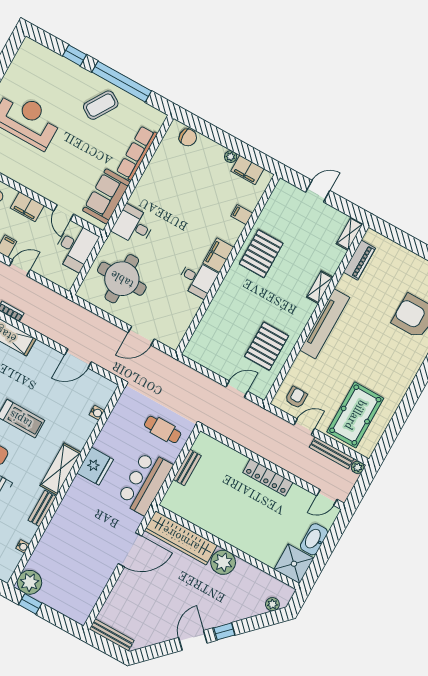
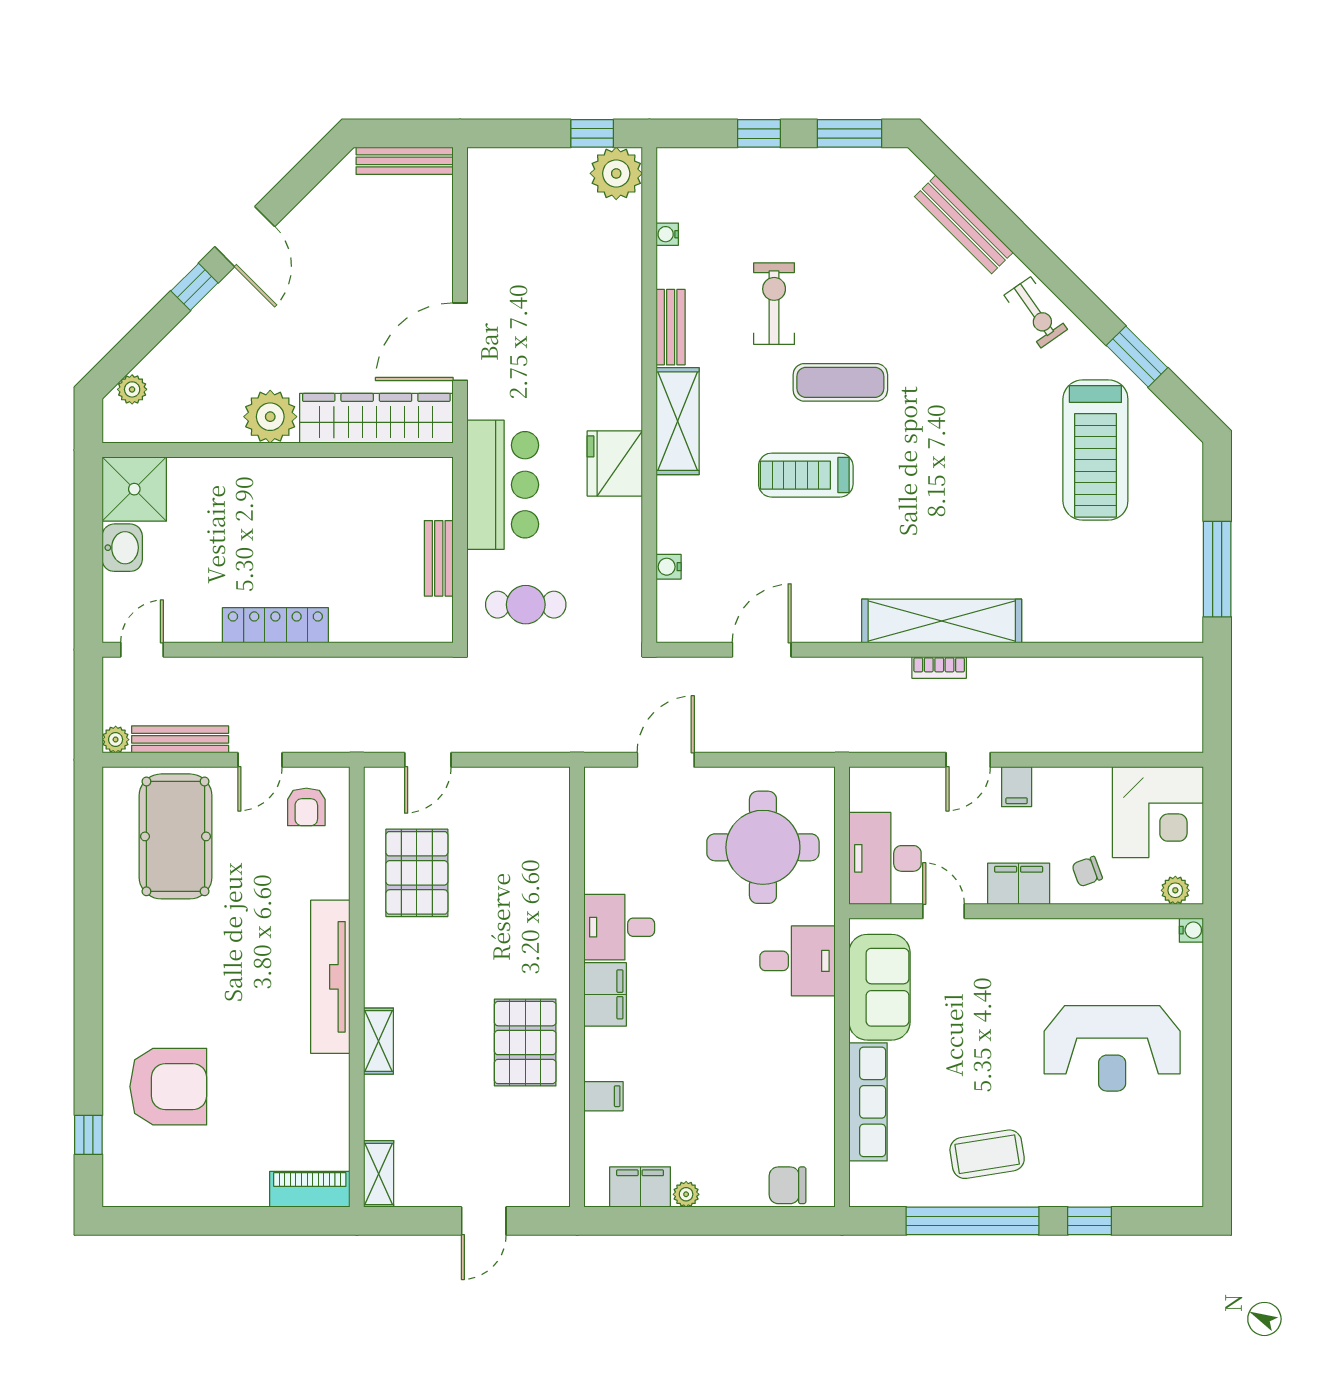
coffee table: (101, 105) -> (987, 1154), turned 49
piano: (359, 260) -> (310, 1189), moved, turned 90
washbasin: (314, 539) -> (122, 548), width x0.72

